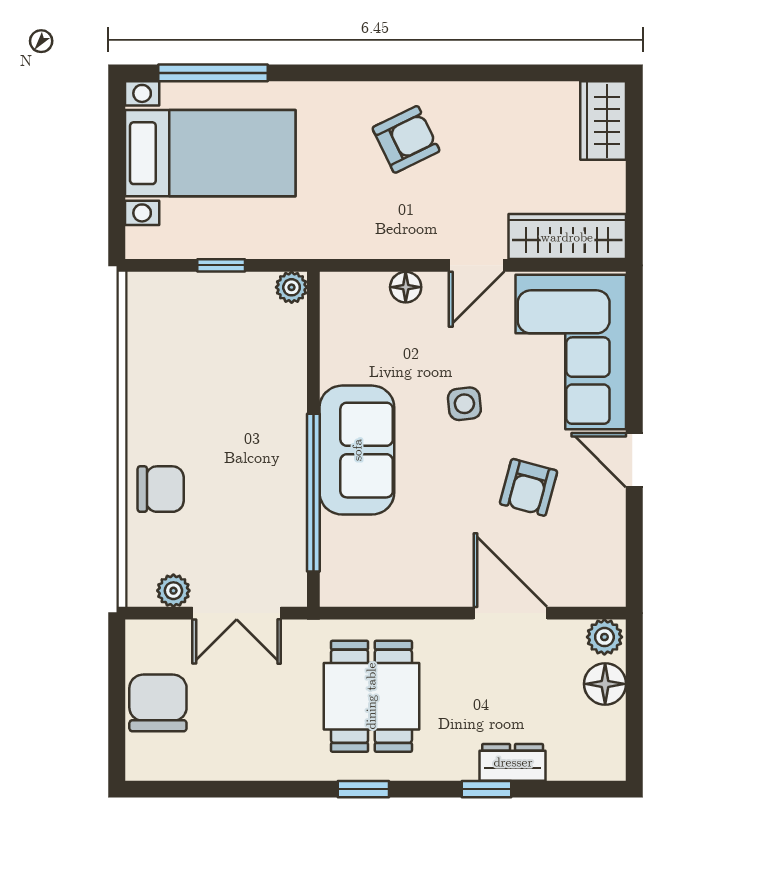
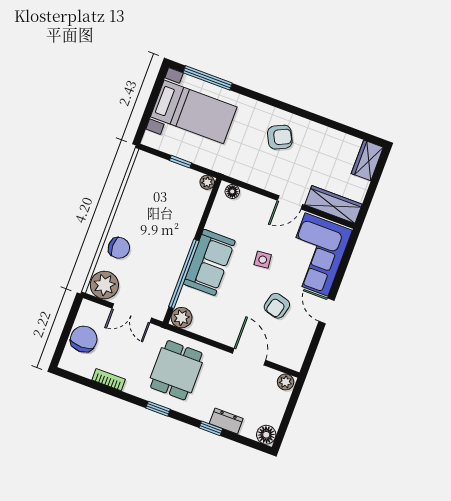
floor lamp: (406, 287) -> (232, 191), moved
plant: (342, 584) -> (182, 318), added
plant: (173, 591) -> (104, 285), width x1.88, depth x1.88
floor lamp: (605, 684) -> (266, 435), moved
bookcase: (240, 767) -> (109, 380), added

